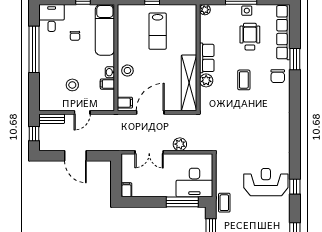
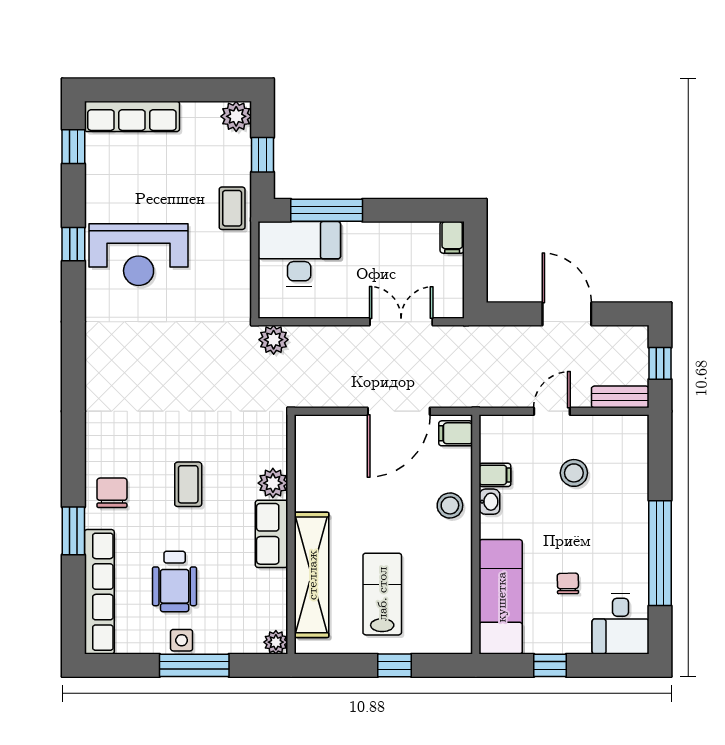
shelving: (189, 83) -> (312, 575), moved
plant: (180, 144) -> (274, 340), moved

